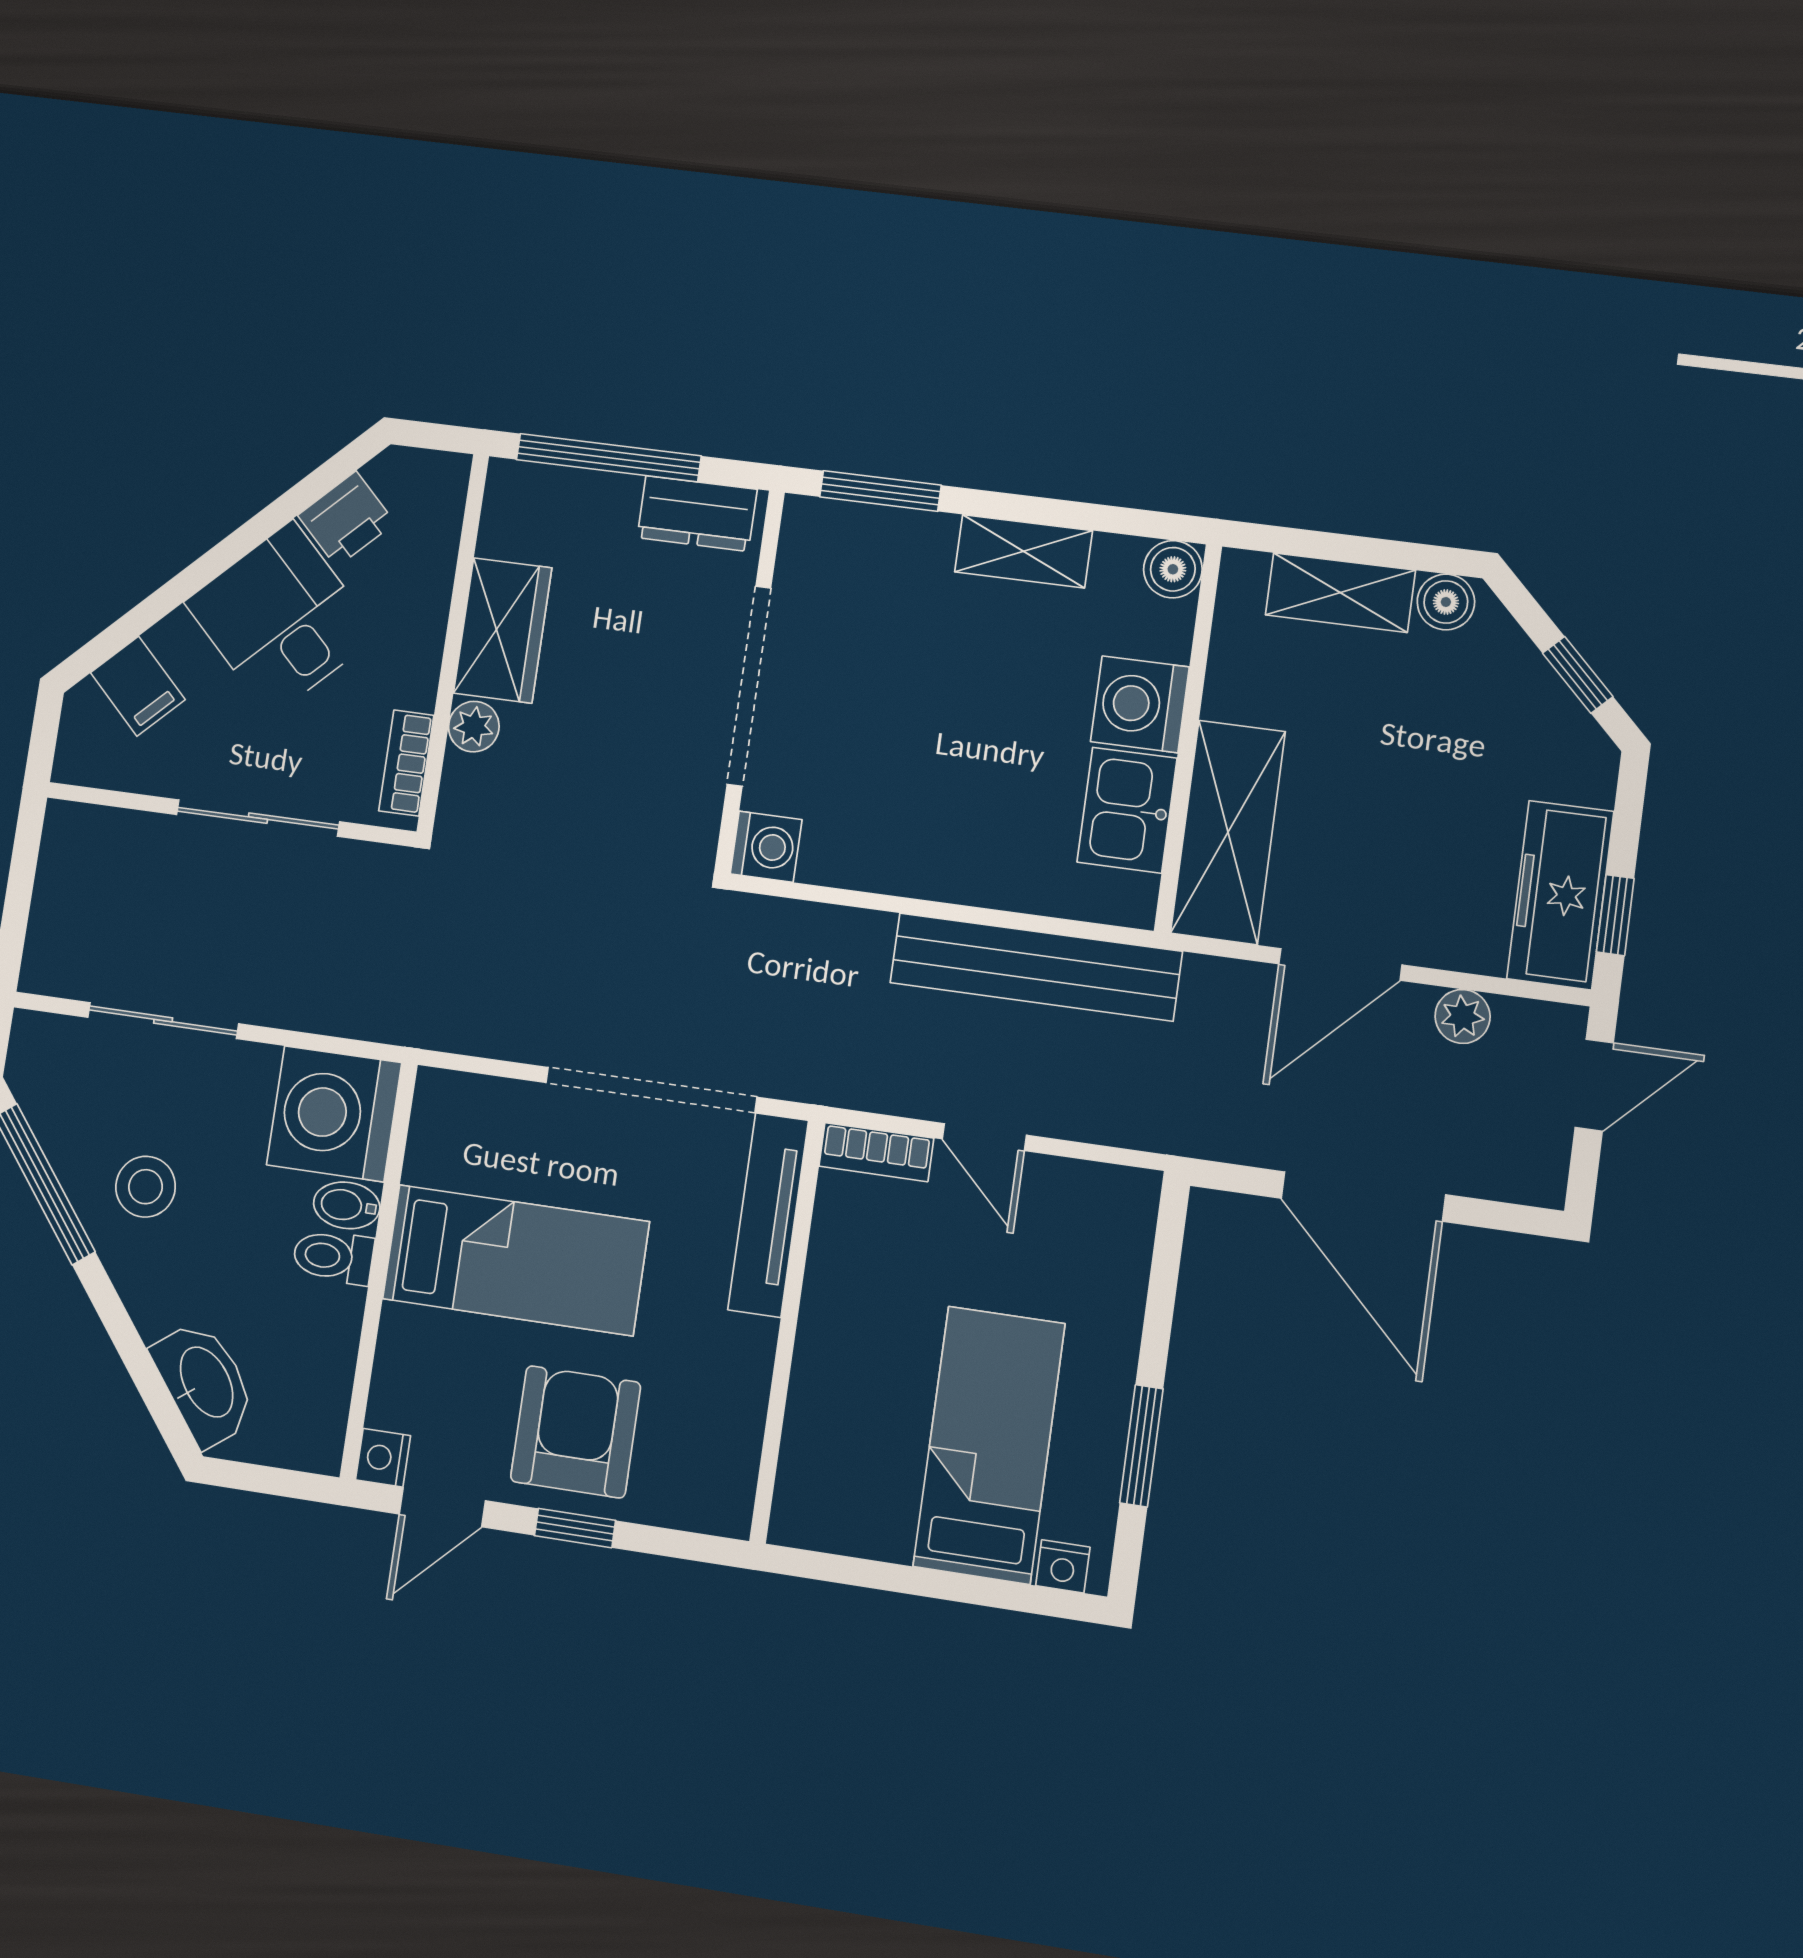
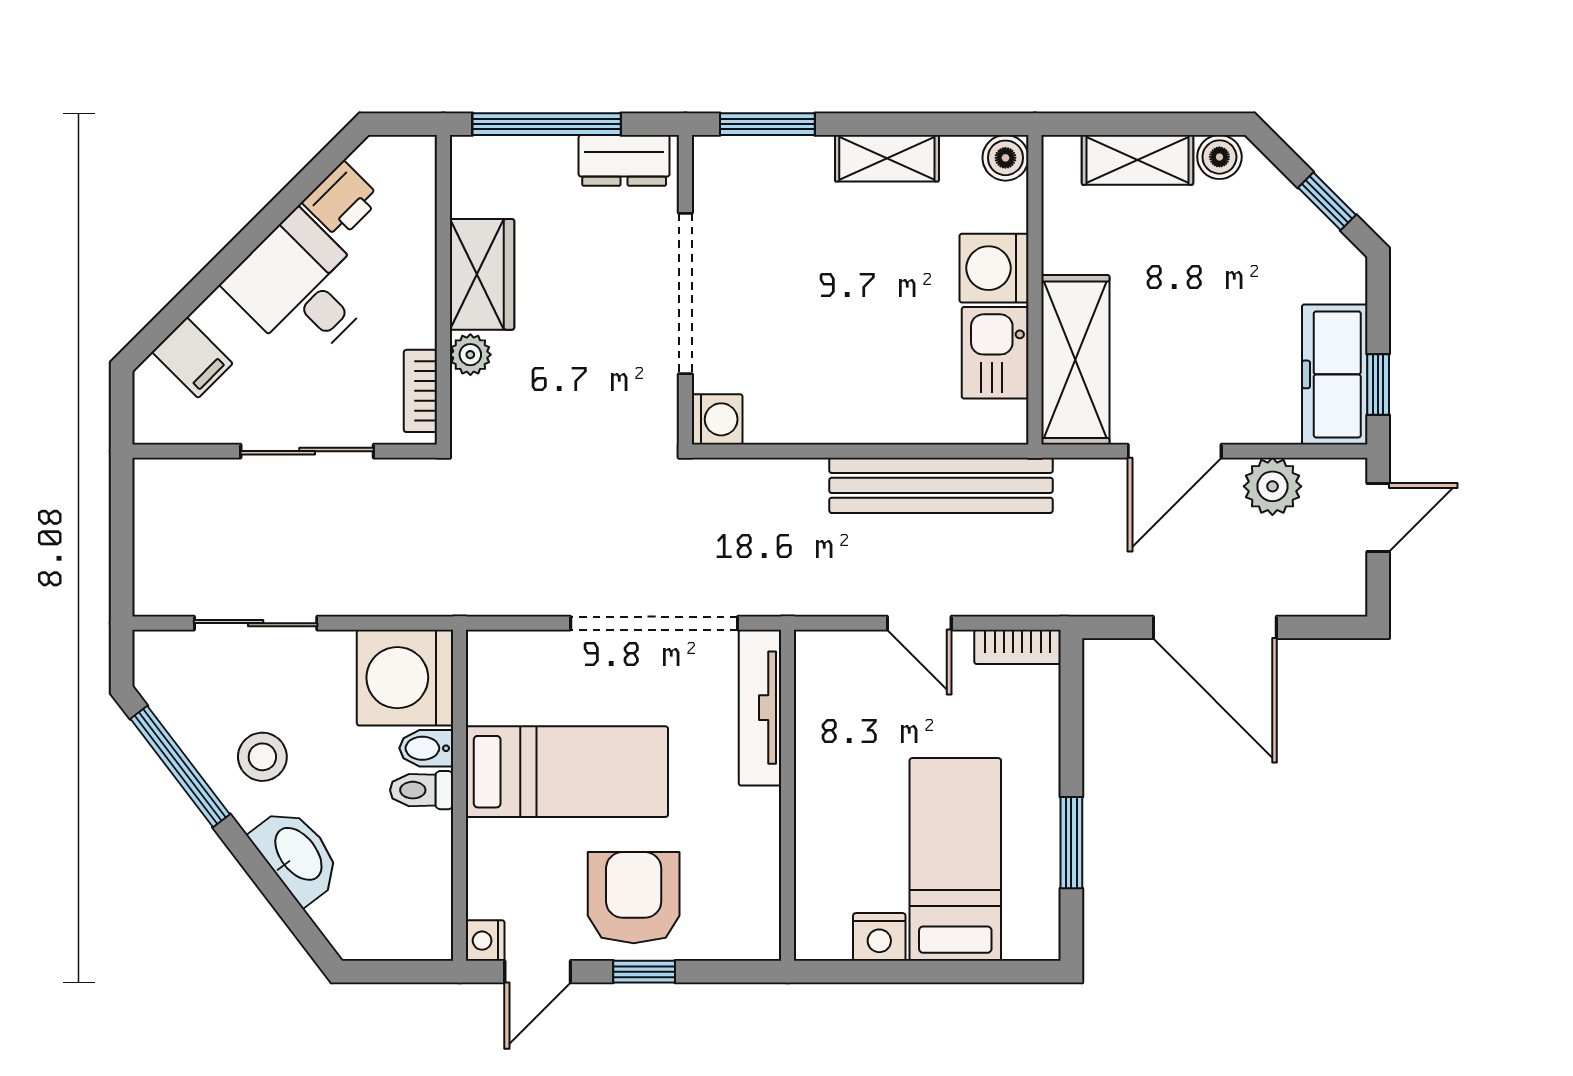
plant: (1463, 1016) -> (1272, 486), width x1.38, depth x1.38
bookcase: (876, 1152) -> (1018, 647), moved
washbasin: (205, 1383) -> (297, 855), moved
nightstand: (1063, 1566) -> (879, 937), moved, width x1.39, depth x1.35

